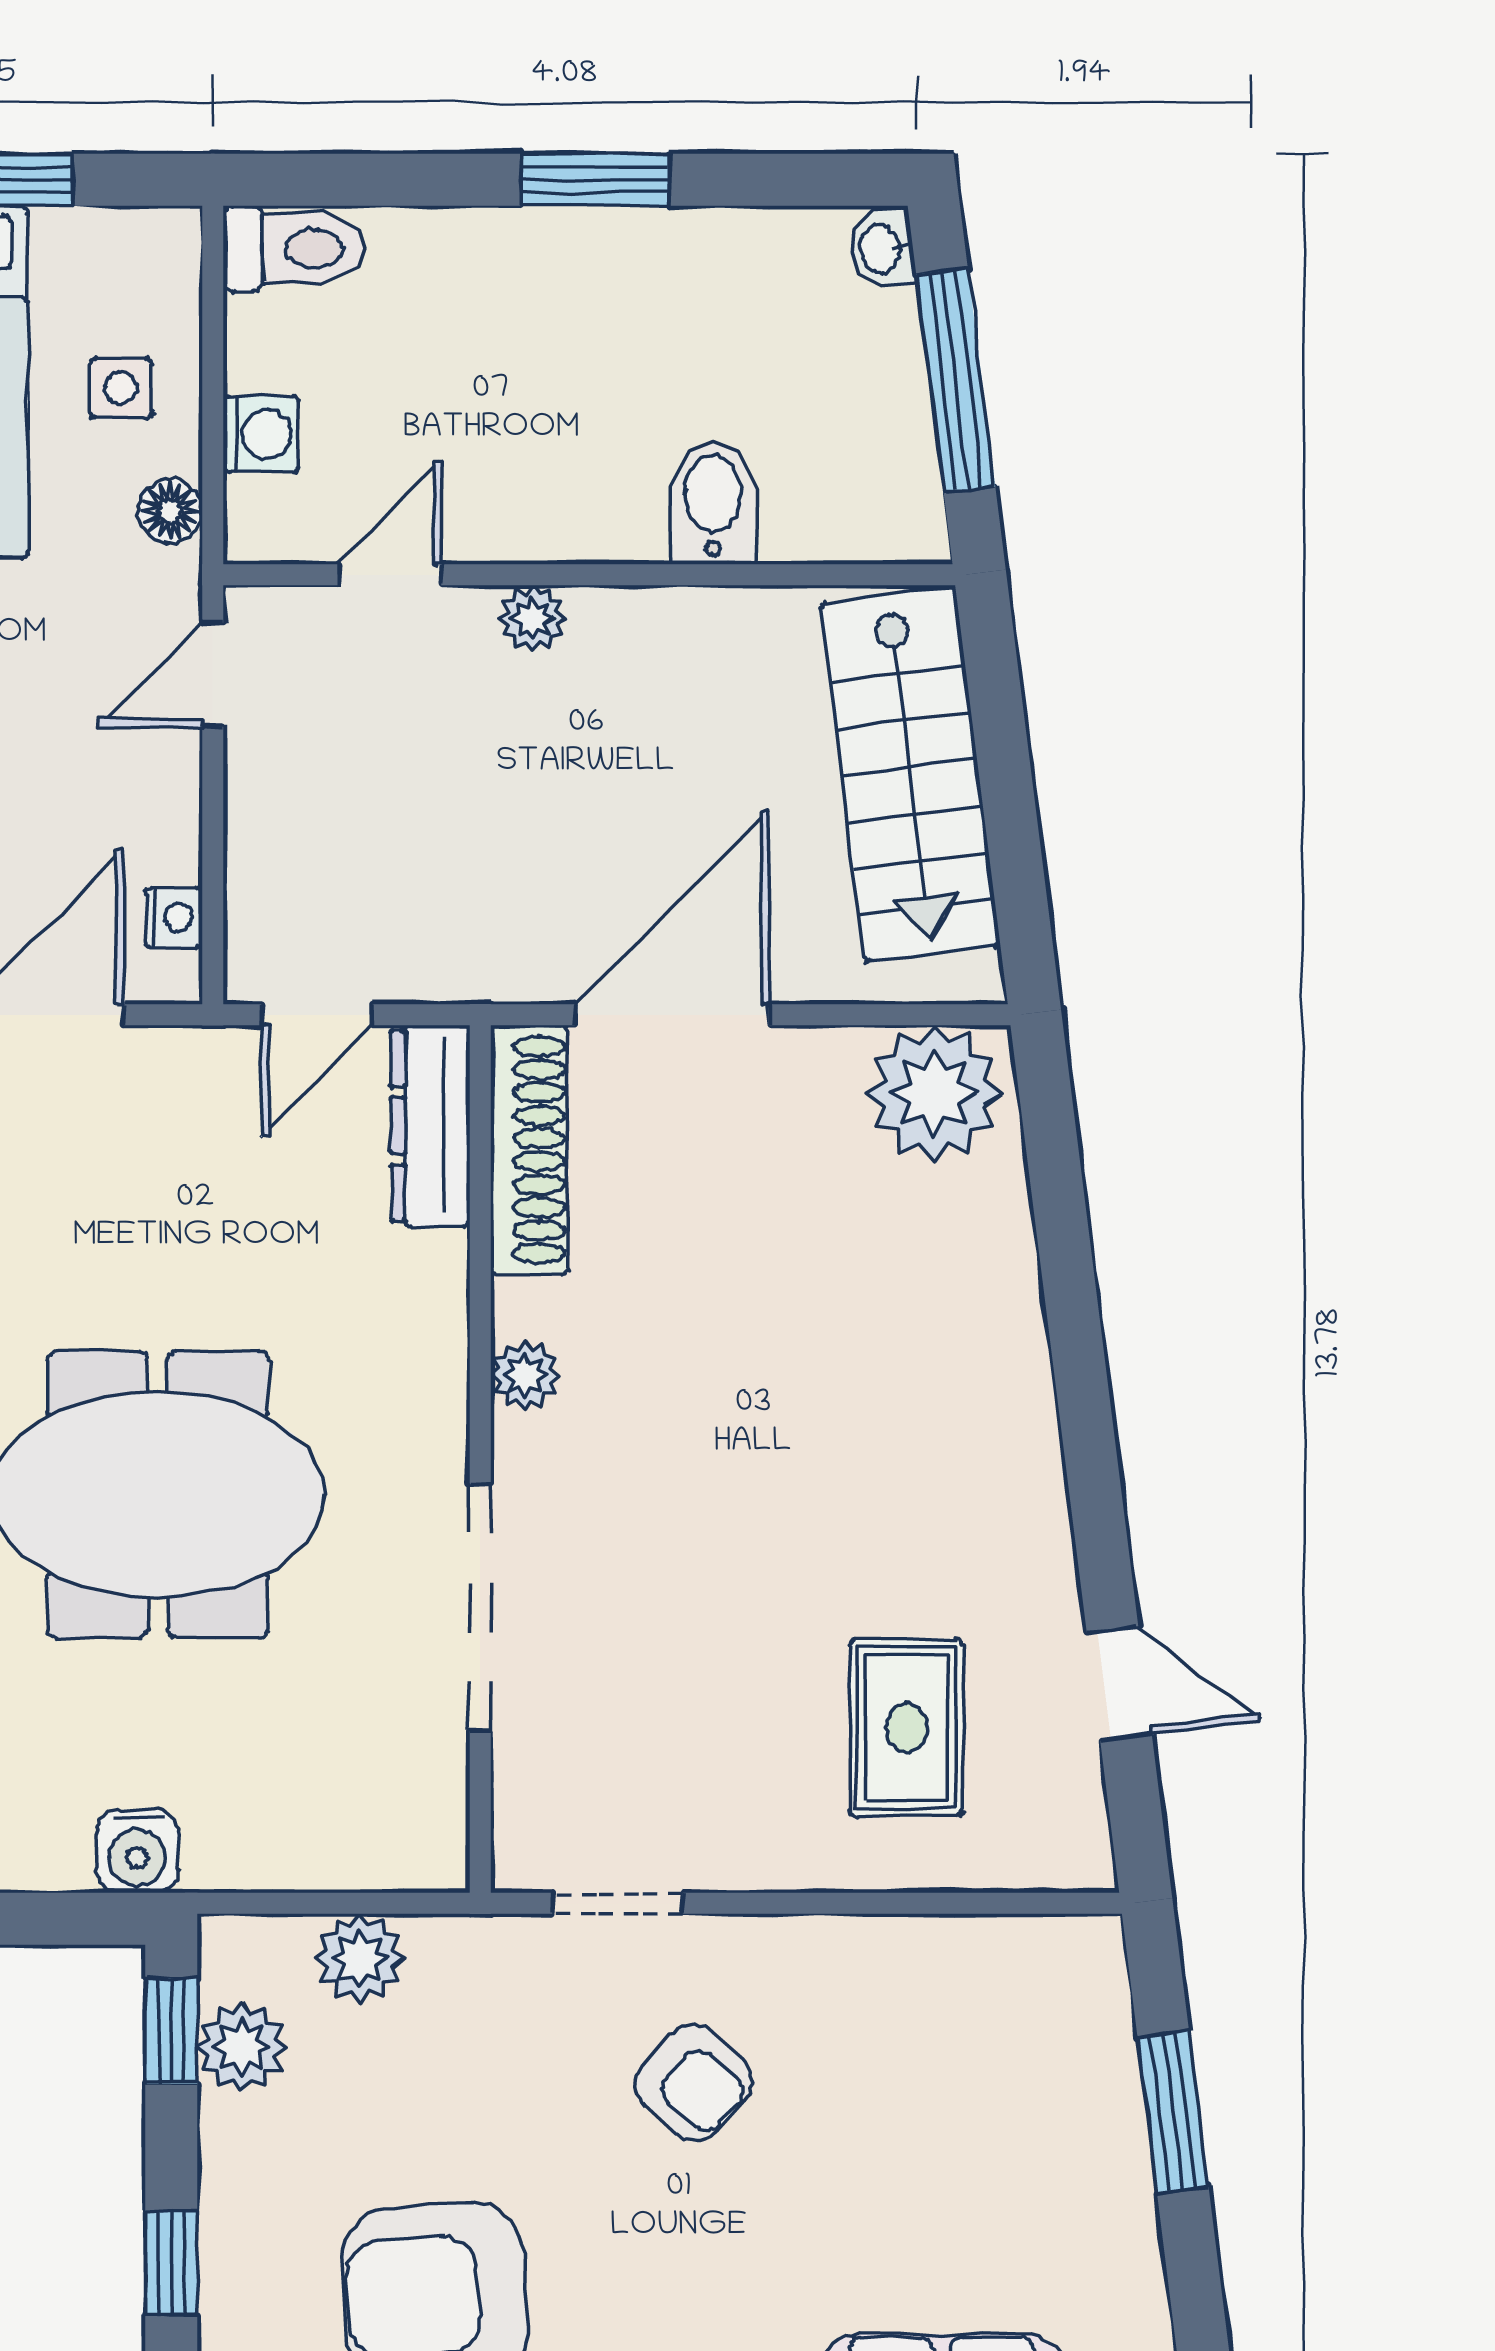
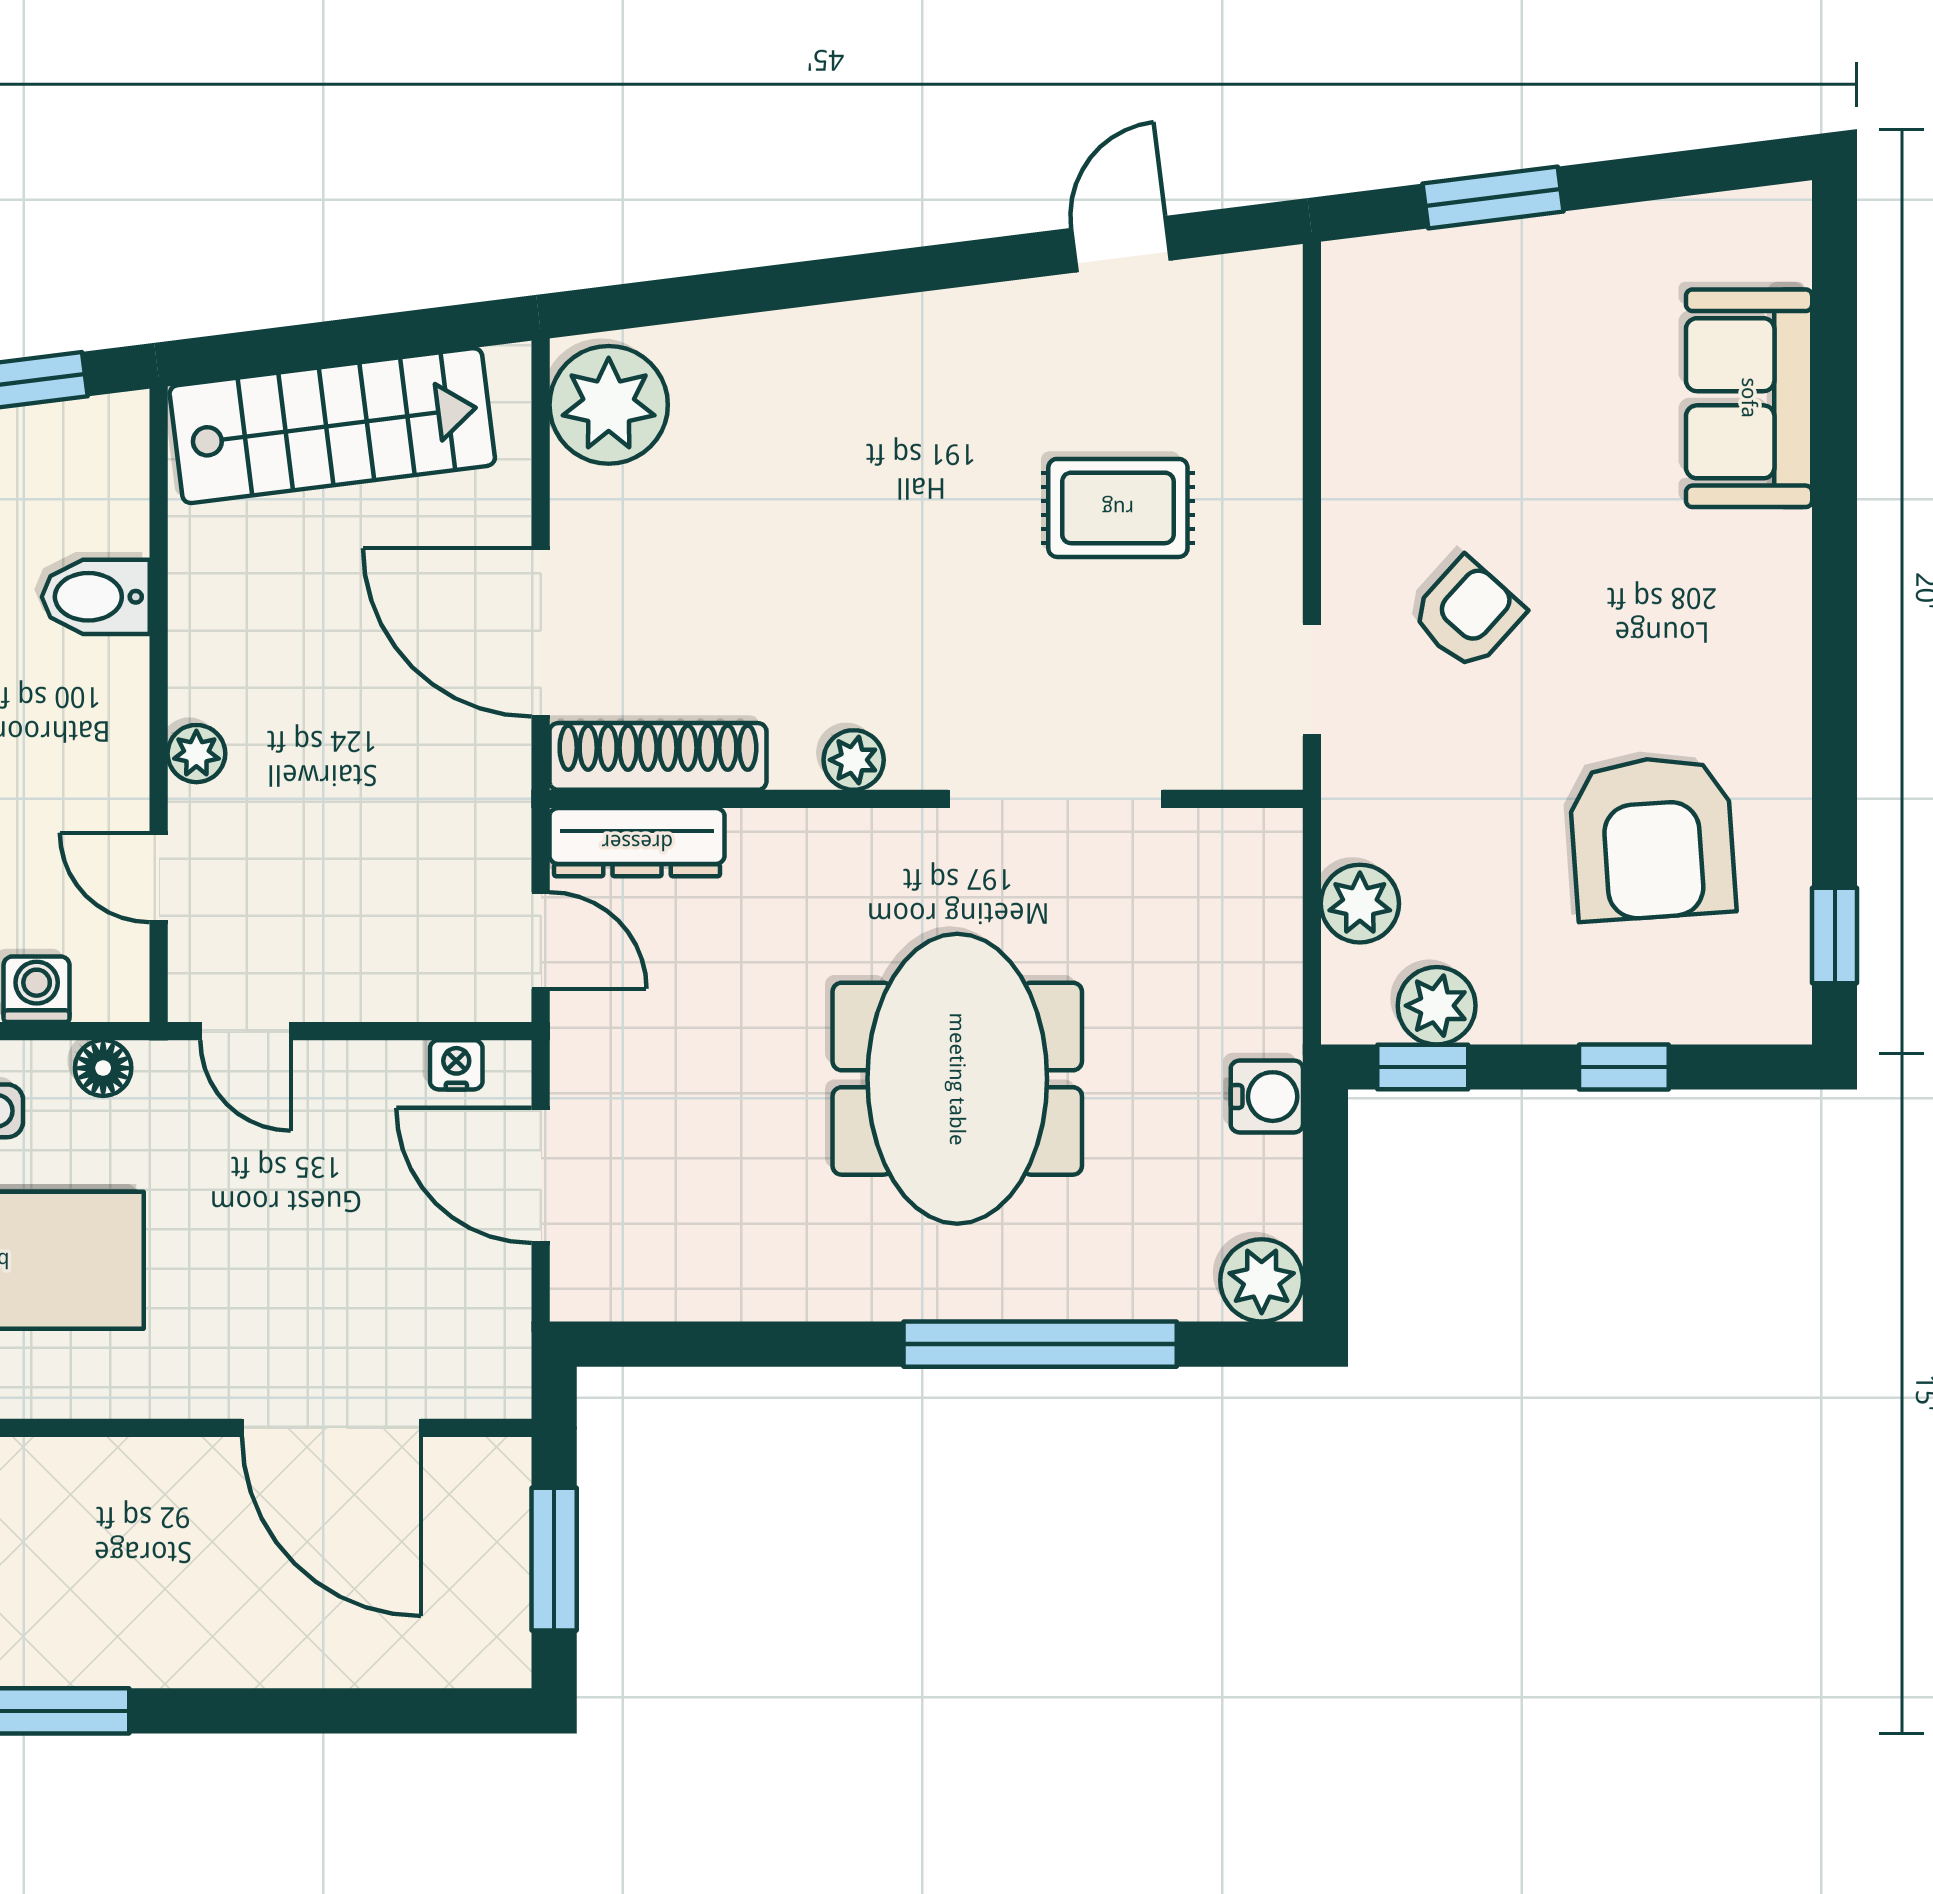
rug: (907, 1728) -> (1118, 508), moved

